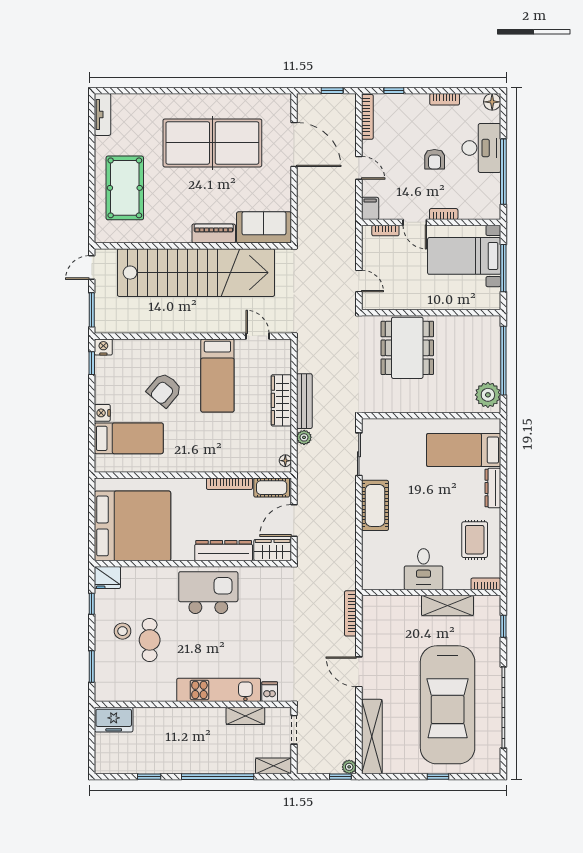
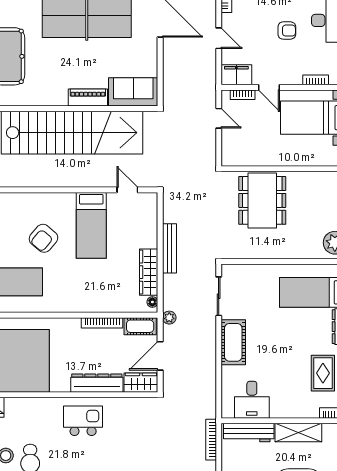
armchair: (435, 159) -> (287, 31), turned -90
filing cabinet: (370, 208) -> (236, 75), width x2.00
bookcase: (444, 214) -> (316, 80), moved
door: (359, 281) -> (219, 118), moved
wardrobe: (281, 400) -> (149, 272), moved
plant: (304, 437) -> (169, 318), moved
desk: (423, 569) -> (252, 400), moved
kitchen island: (208, 593) -> (83, 421), width x0.73, depth x0.78
workbench: (392, 606) -> (249, 433), added

